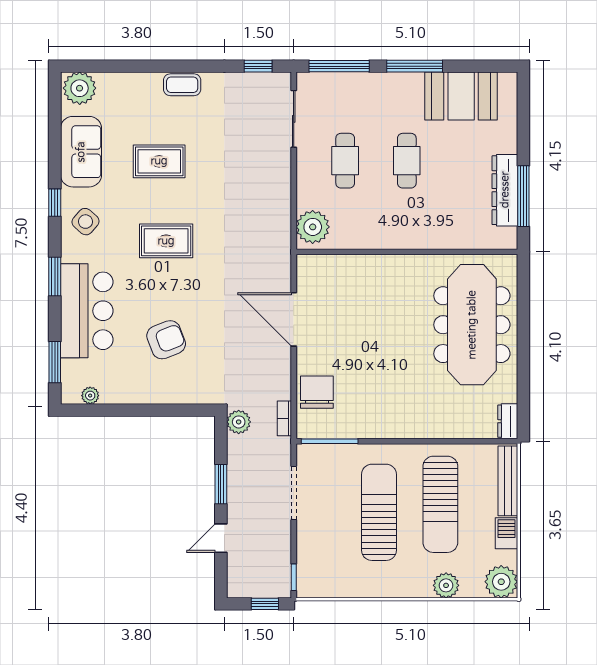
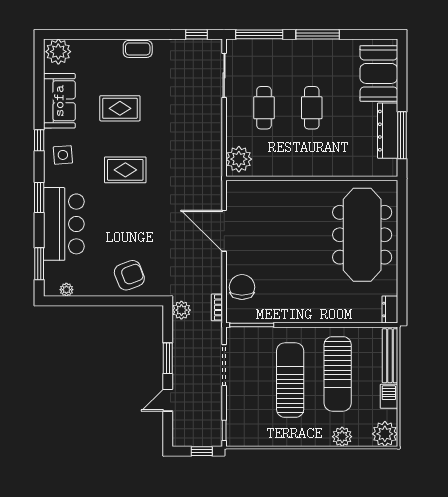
booth: (461, 96) -> (379, 73), moved, turned 90
side table: (86, 222) -> (63, 155), turned 45
armchair: (166, 340) -> (129, 275), moved

